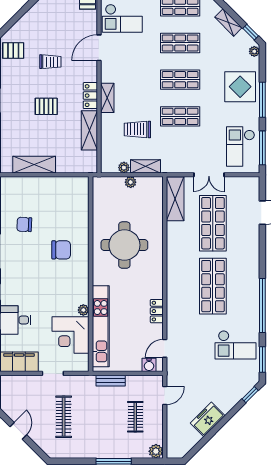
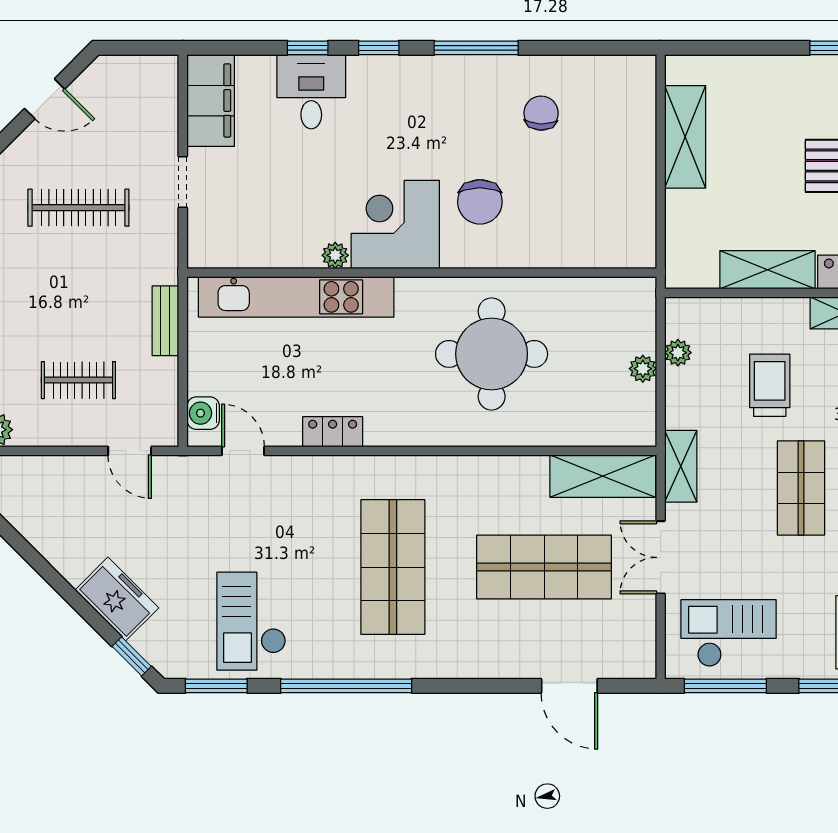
shelving: (145, 166) -> (681, 466), moved
shop shelf: (213, 286) -> (393, 567), turned 90
corner desk: (71, 335) -> (395, 224), moved
freezer: (208, 419) -> (117, 599), moved

